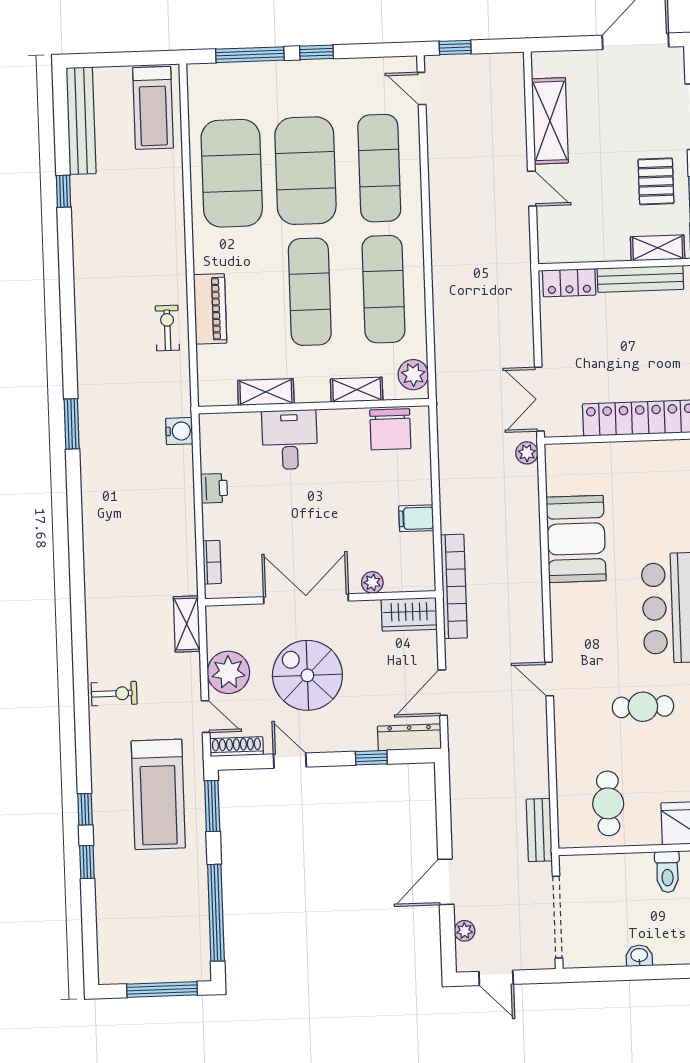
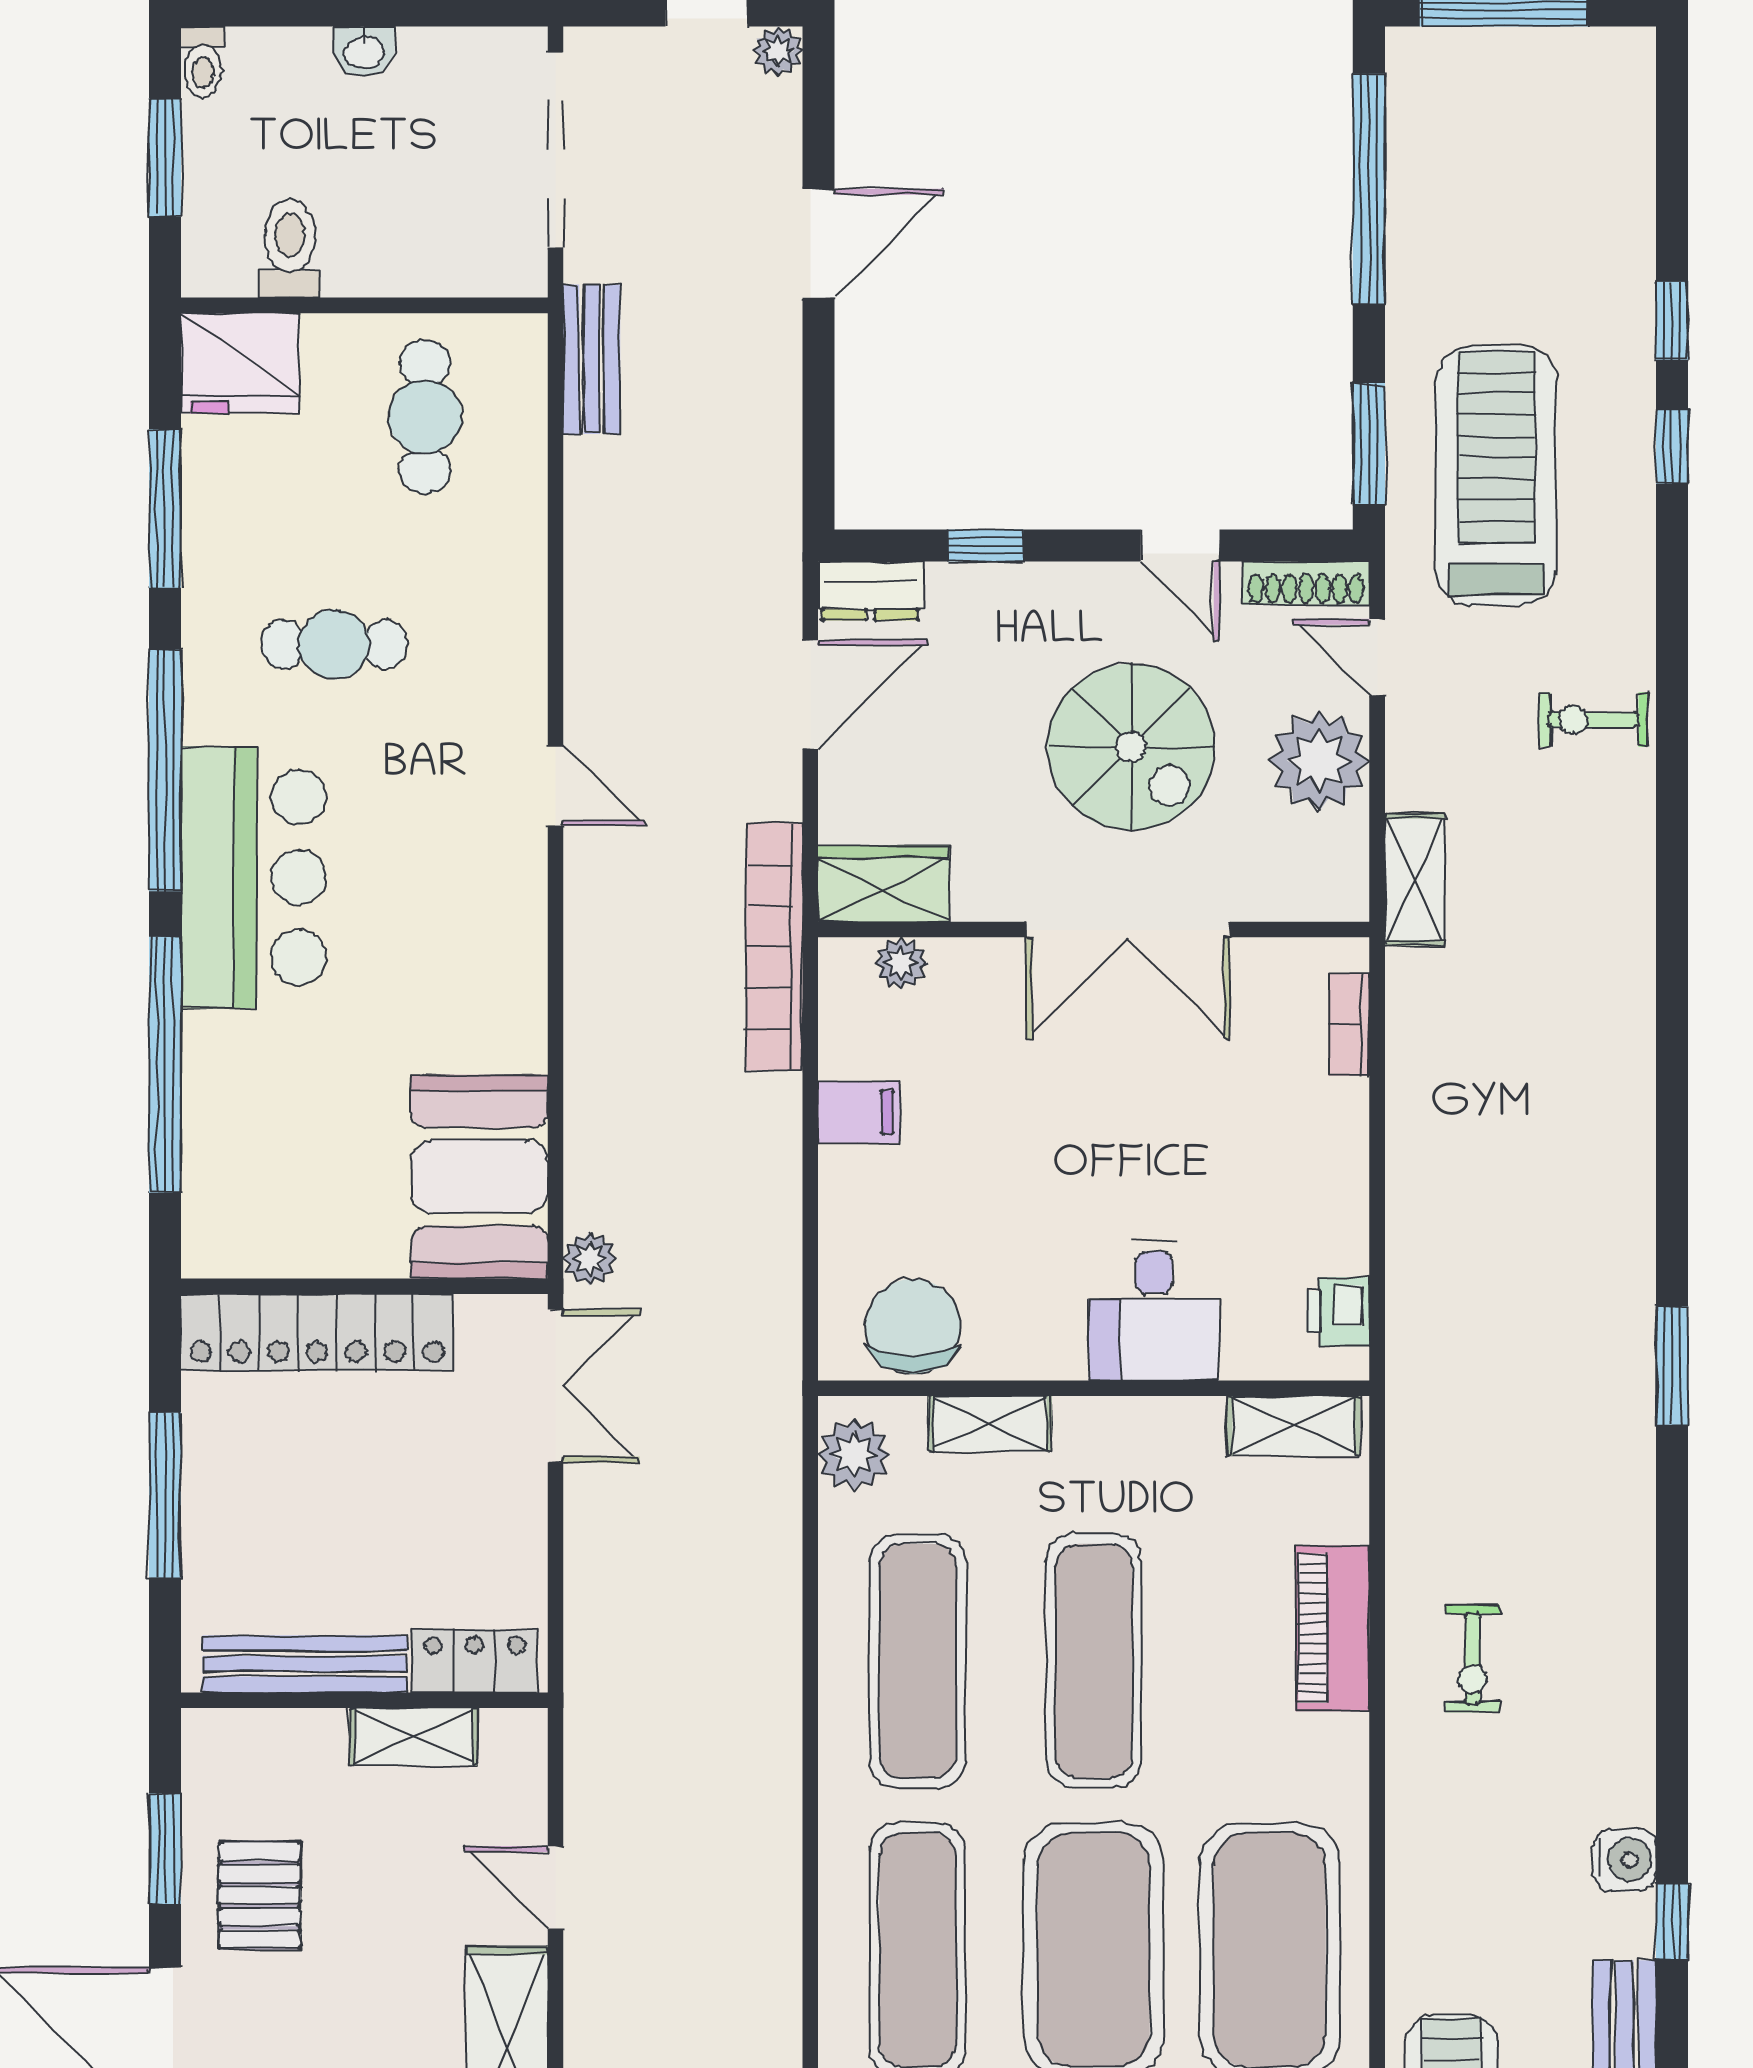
shelving: (658, 248) -> (414, 1737), moved
exercise bike: (167, 328) -> (1473, 1659), moved
shelving: (266, 392) -> (1293, 1426), moved
water cooler: (179, 431) -> (1625, 1860), moved, turned 180
printer: (214, 488) -> (1338, 1312), moved
booth: (576, 539) -> (480, 1177), moved
plant: (372, 582) -> (901, 963), moved
door: (549, 679) -> (555, 785), moved
dresser: (409, 737) -> (870, 591), width x0.70
plant: (465, 931) -> (778, 51), moved

